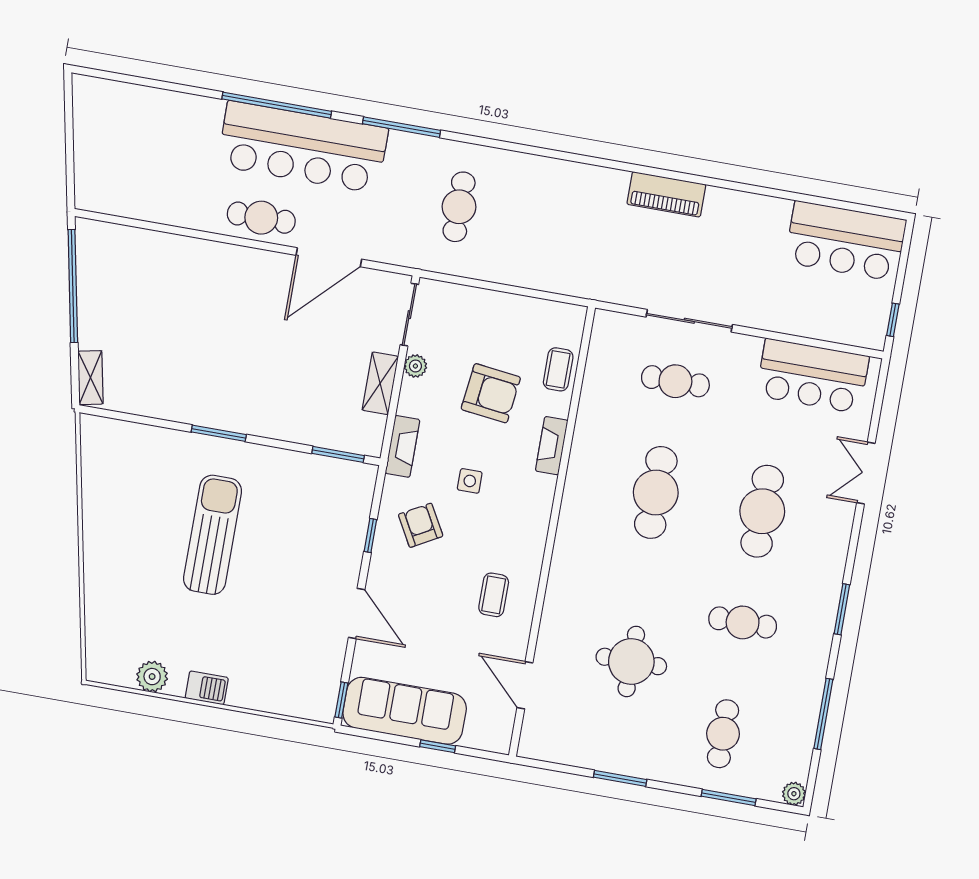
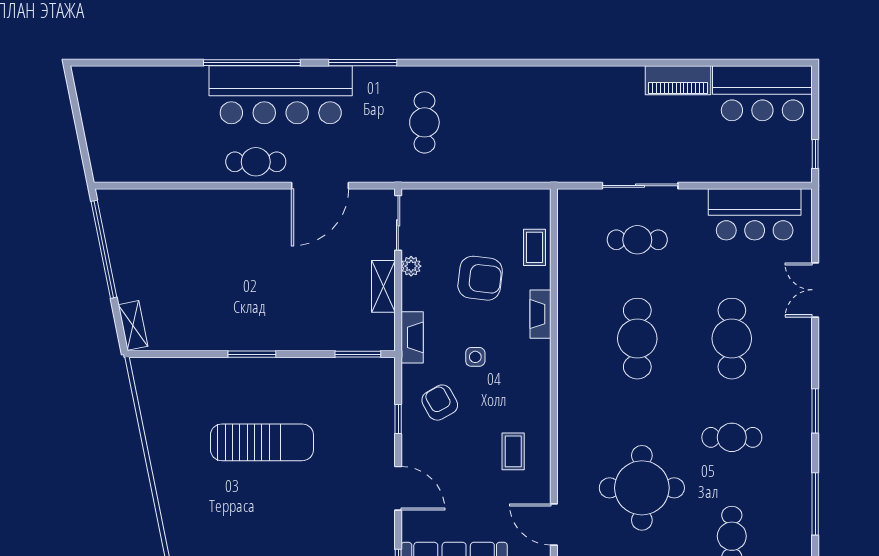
piano: (666, 194) -> (678, 80), moved
sun lounger: (213, 535) -> (262, 442), turned 90
round table: (631, 661) -> (642, 488), width x1.36, depth x1.36

